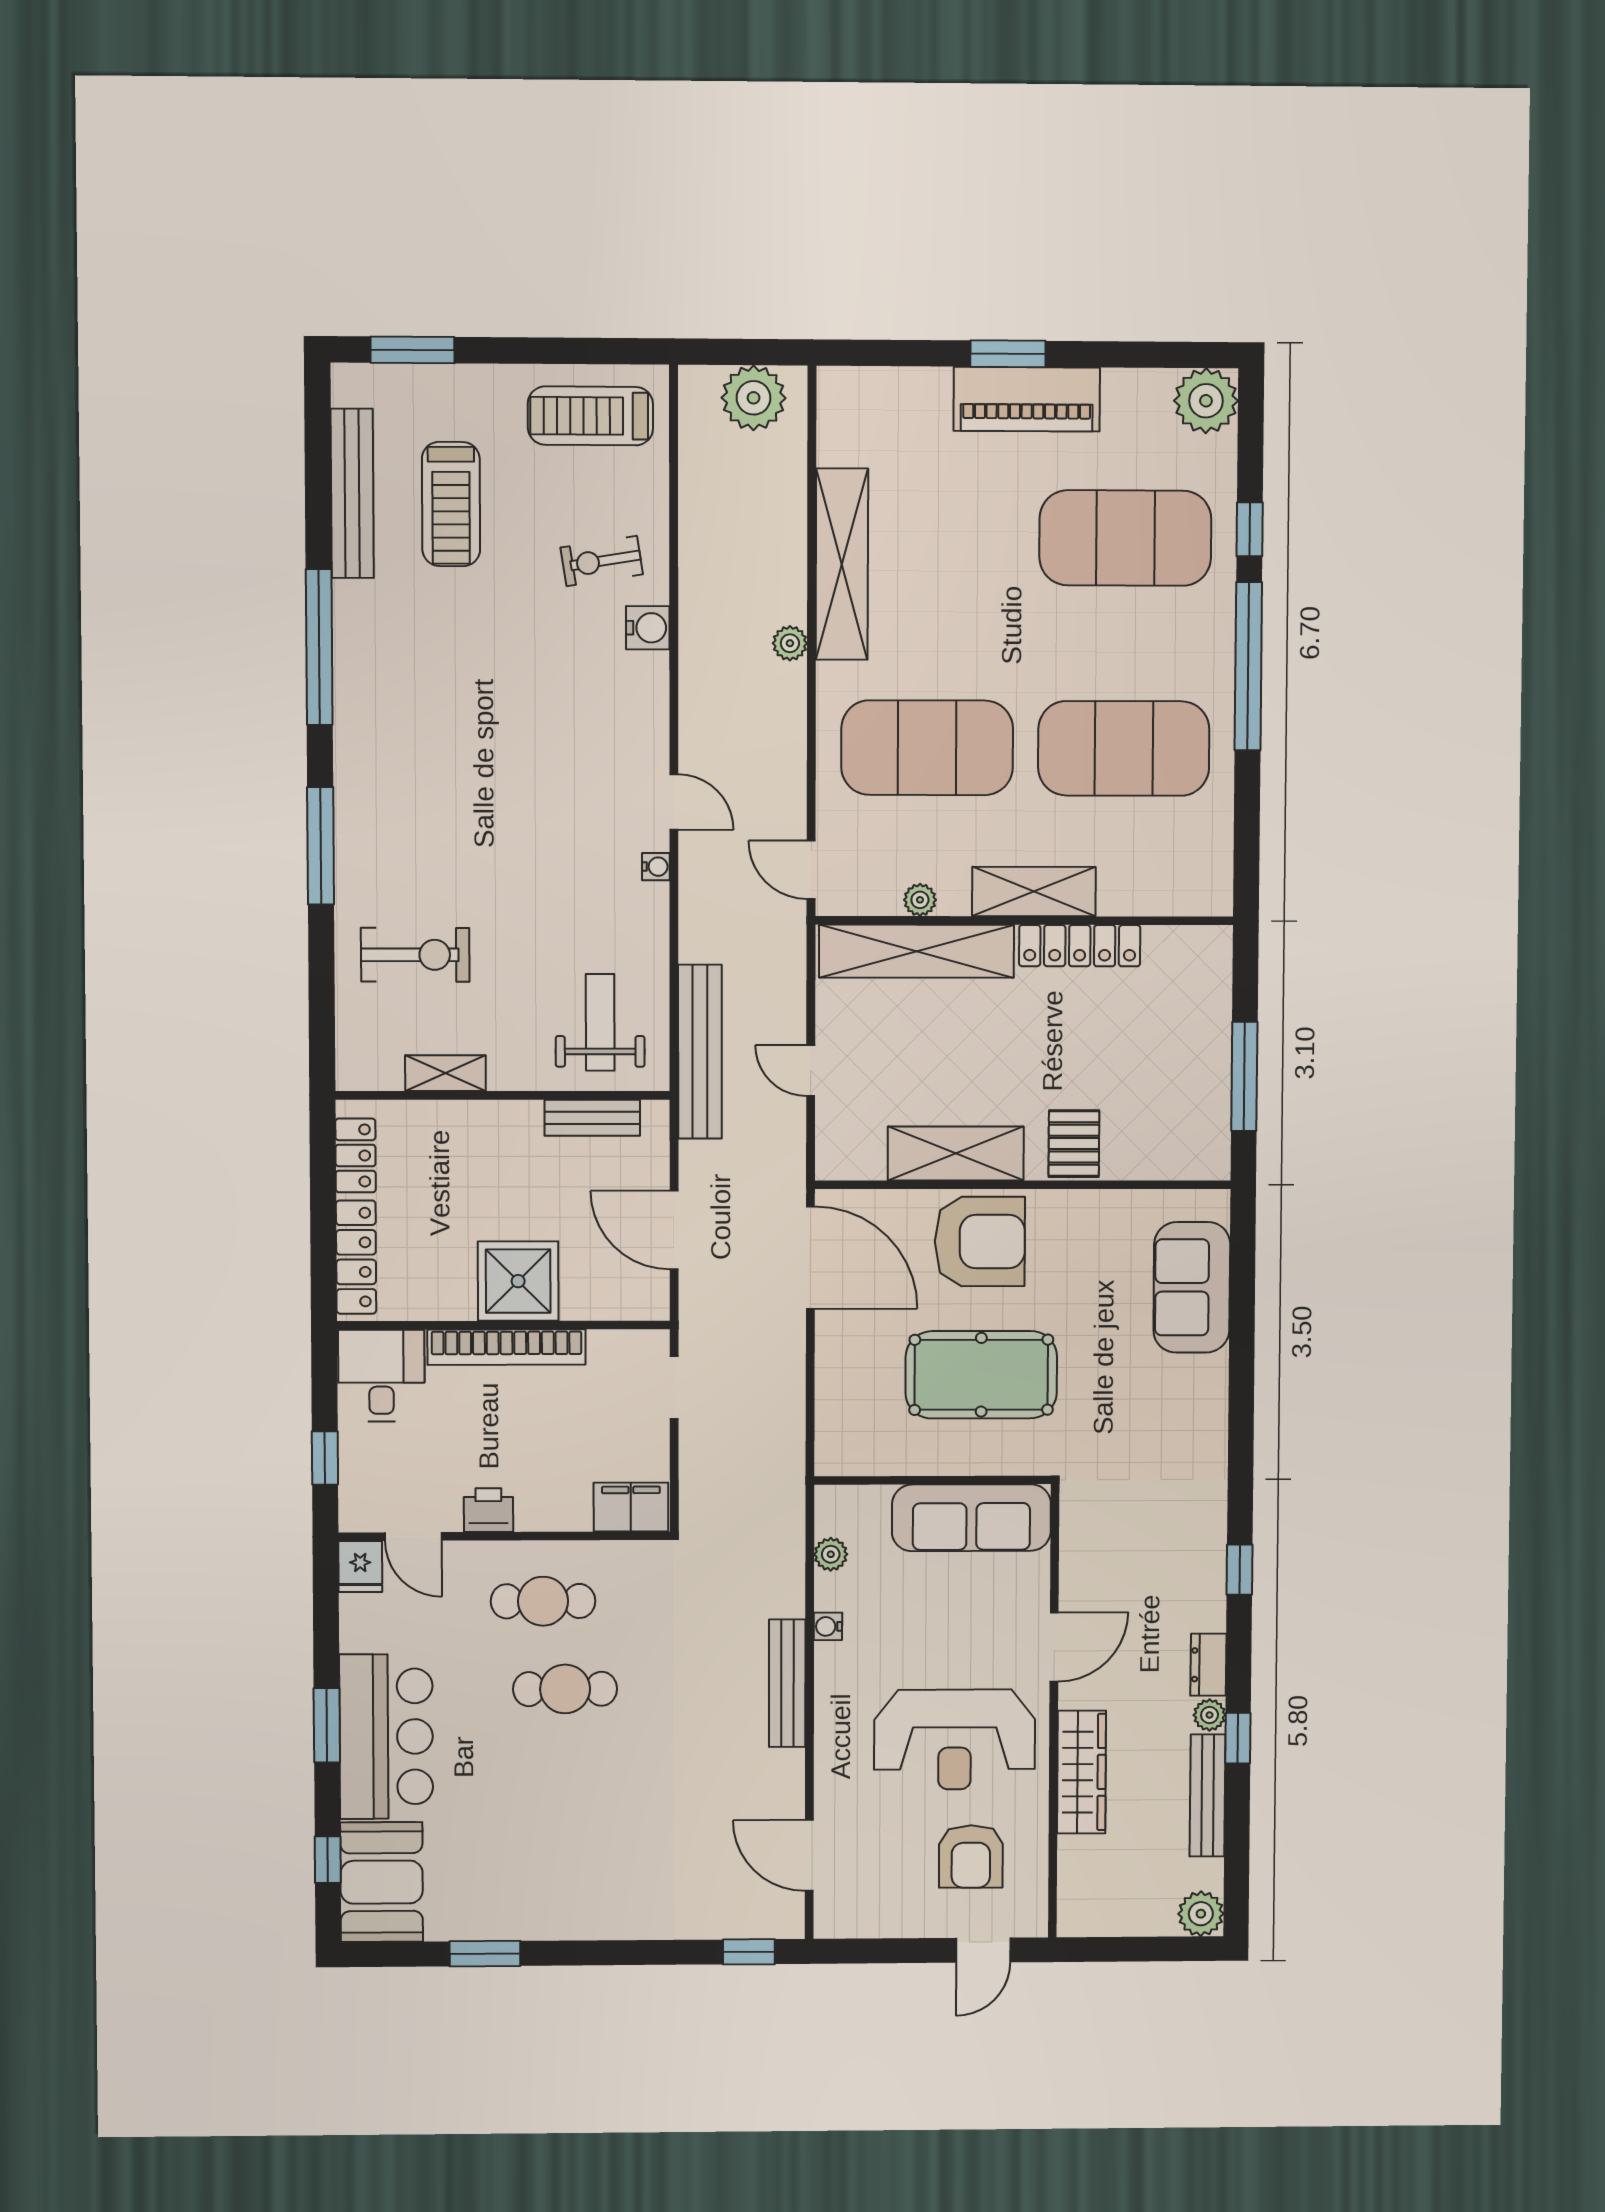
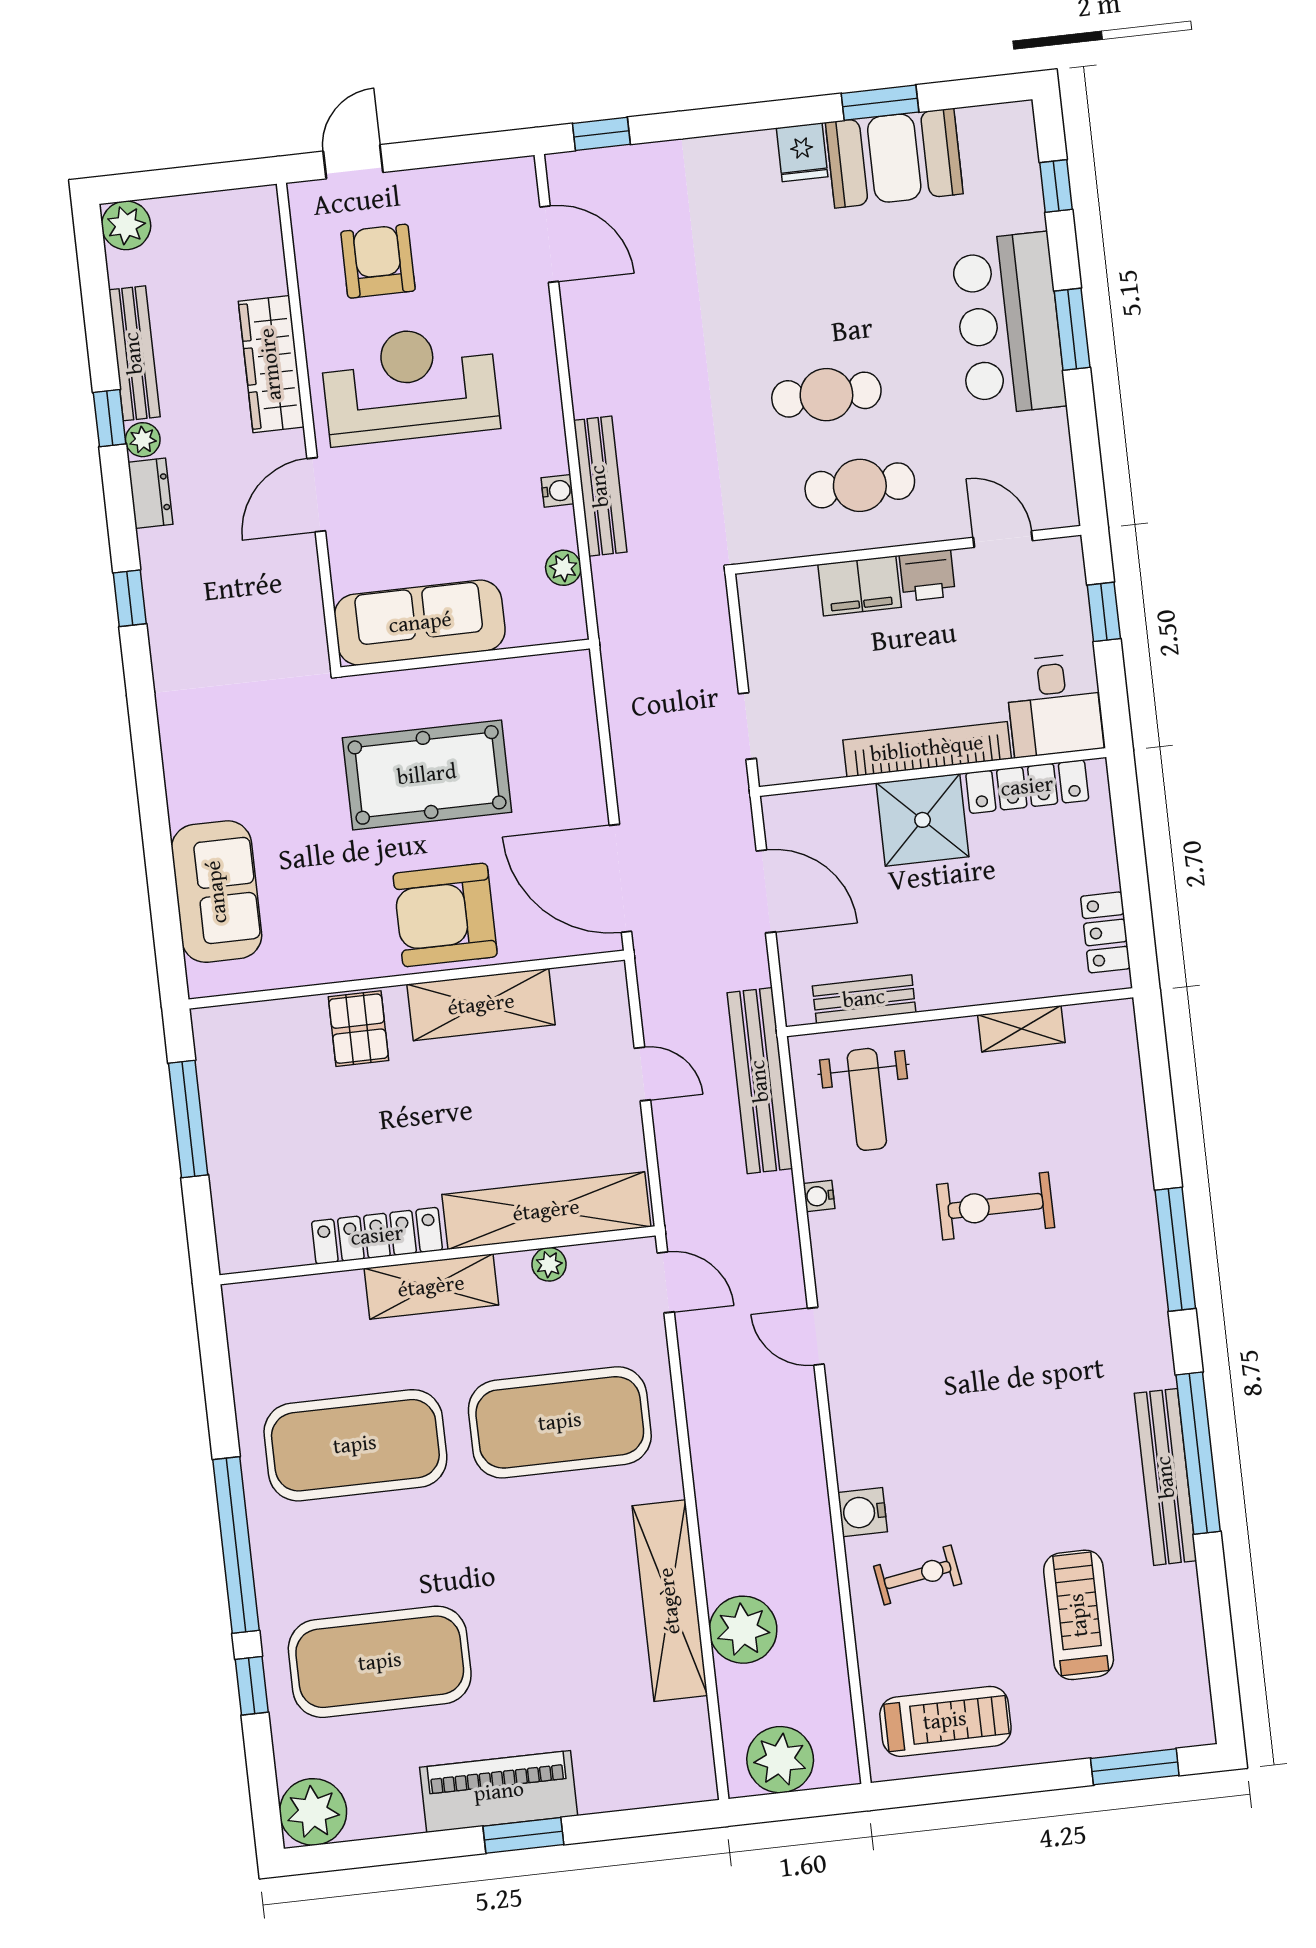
bench: (352, 493) -> (1166, 1477), moved
plant: (790, 643) -> (743, 1630), moved, width x1.88, depth x1.88
water cooler: (656, 867) -> (819, 1196), moved
exercise bike: (415, 955) -> (996, 1206), moved
locker: (356, 1257) -> (1027, 787), moved, turned -90
filing cabinet: (631, 1507) -> (860, 586), moved
fridge: (360, 1567) -> (802, 152), moved, turned 180
bench: (787, 1683) -> (600, 486), moved
booth: (382, 1882) -> (894, 158), moved, turned 90

